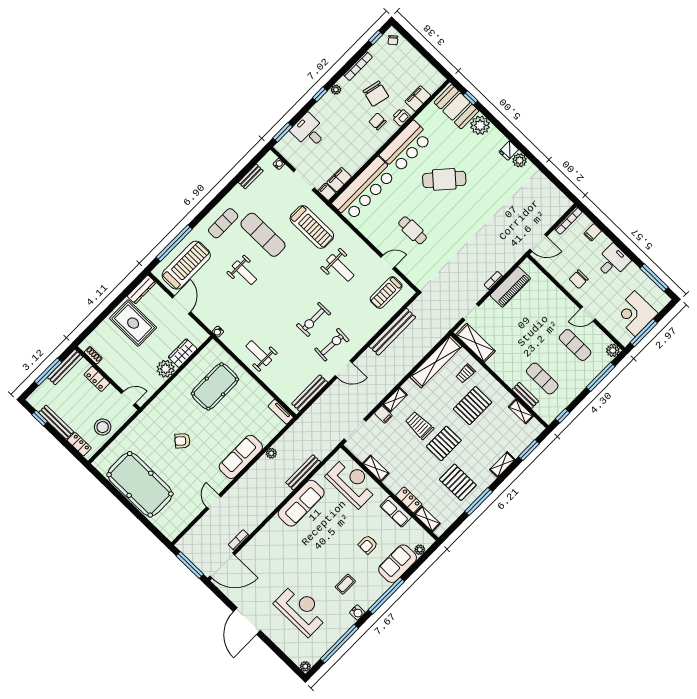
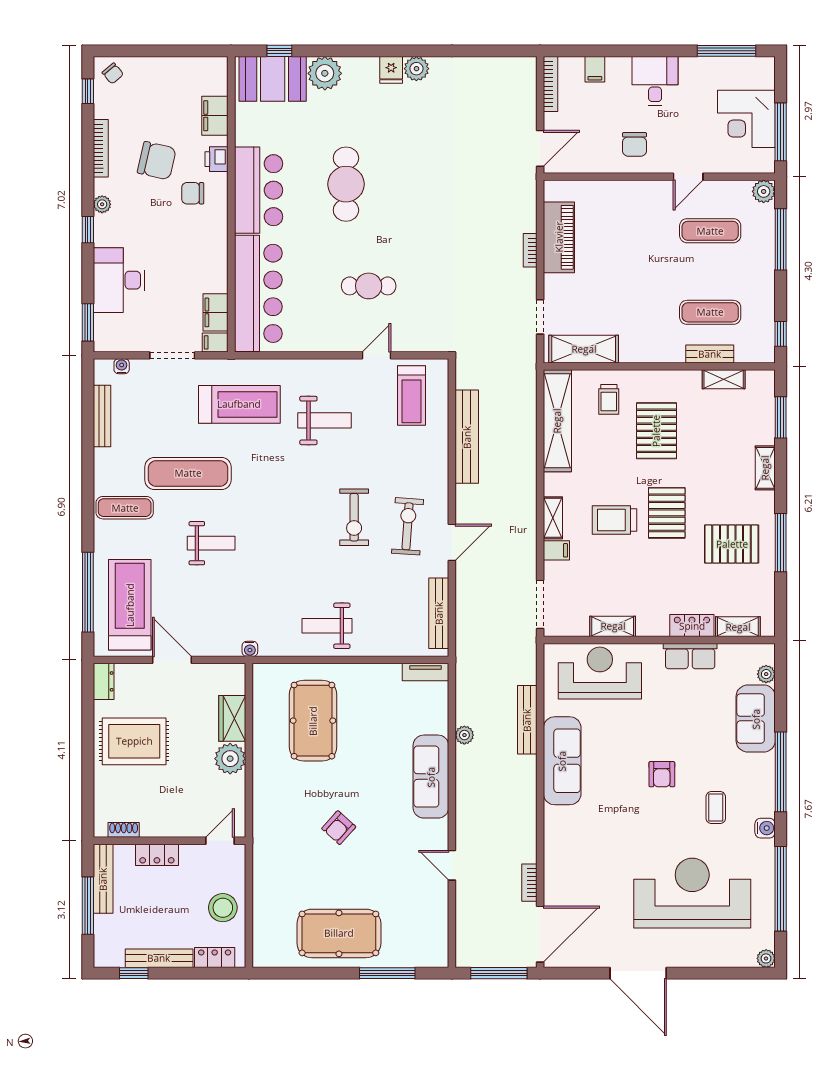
desk: (309, 131) -> (119, 280), width x1.37
bench: (251, 177) -> (102, 416), width x1.36
cafe table: (444, 179) -> (346, 184), turned -42
exercise mat: (223, 223) -> (125, 508), turned 90
dresser: (141, 289) -> (104, 681), width x0.70
pool table: (140, 484) -> (339, 933), width x0.73, depth x0.76
window: (144, 520) -> (387, 973), added
armchair: (368, 545) -> (662, 774), moved
reception desk: (301, 610) -> (692, 893), width x1.36, depth x1.30

